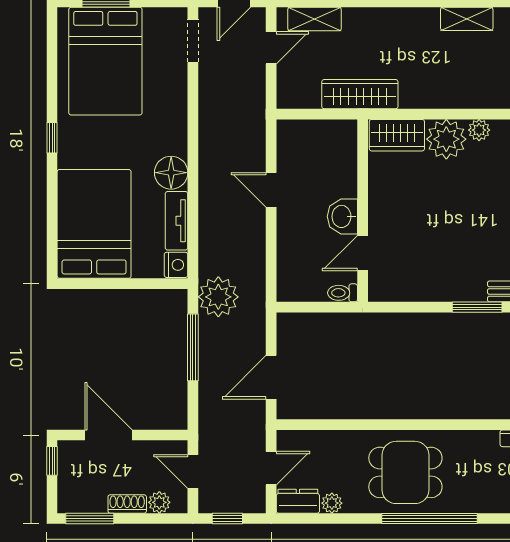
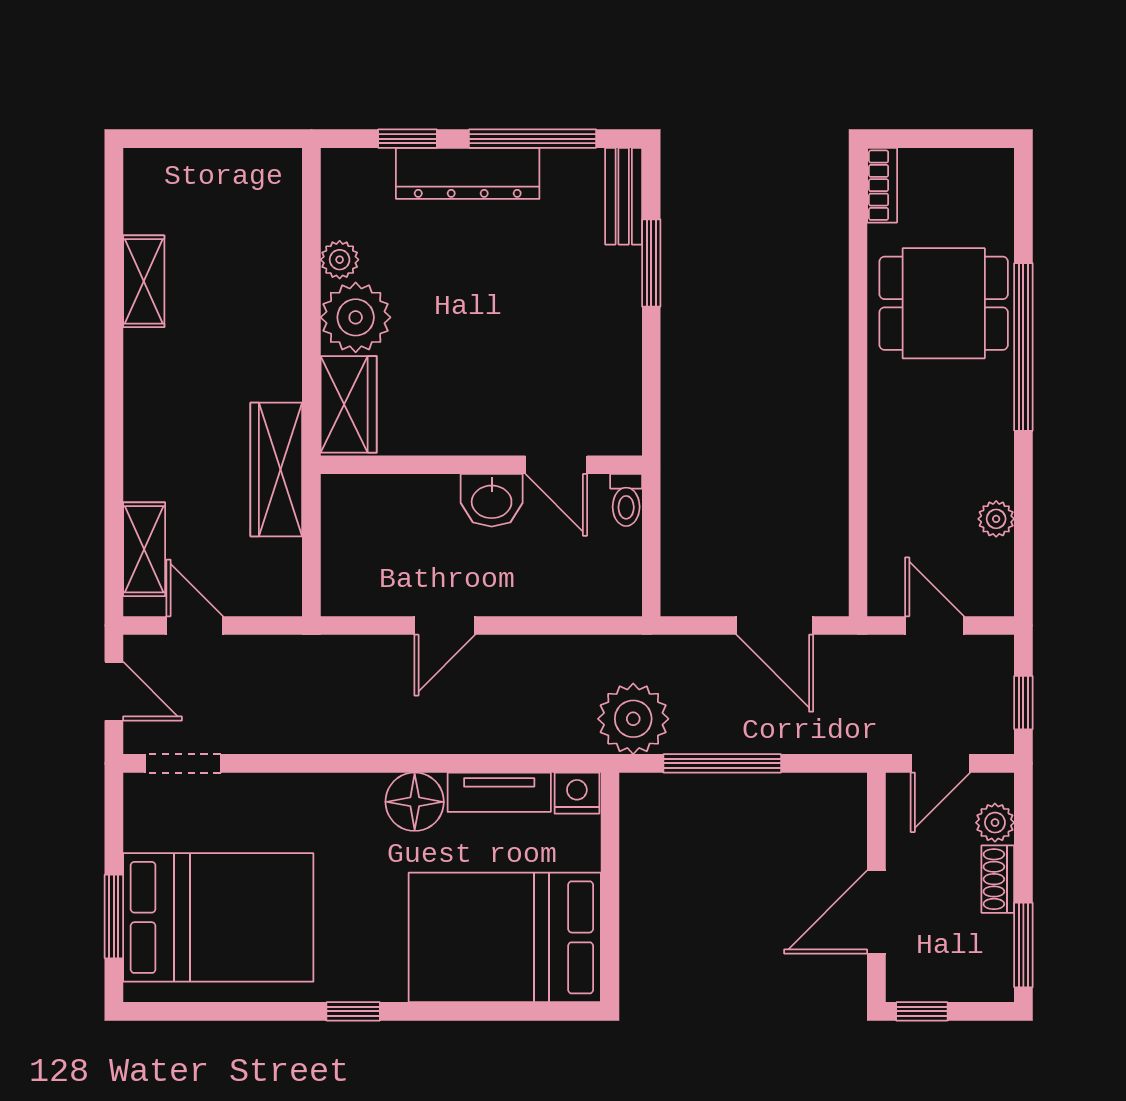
dining table: (405, 472) -> (944, 303), moved, turned 90
dresser: (298, 501) -> (993, 578), removed

